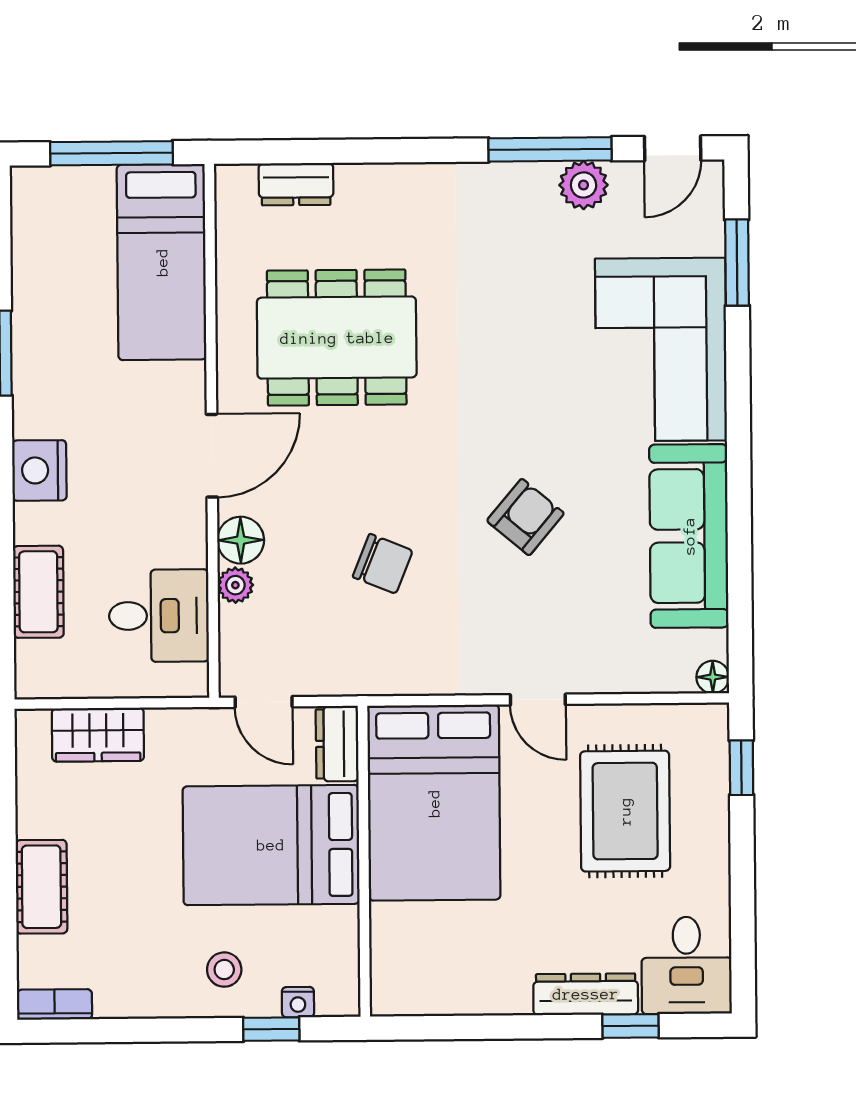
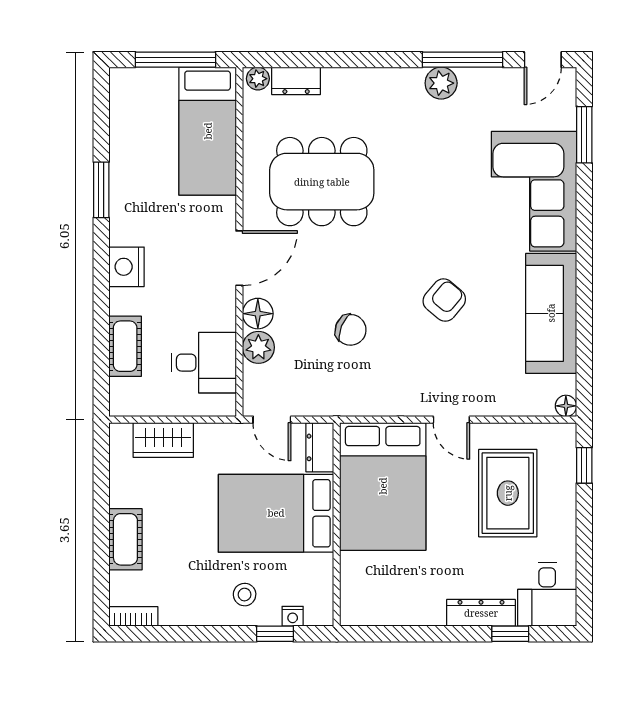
plant: (238, 181) -> (258, 79), added
plant: (584, 185) -> (441, 83), moved
plant: (235, 585) -> (258, 347), width x1.38, depth x1.38

